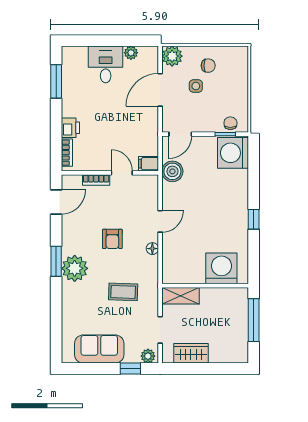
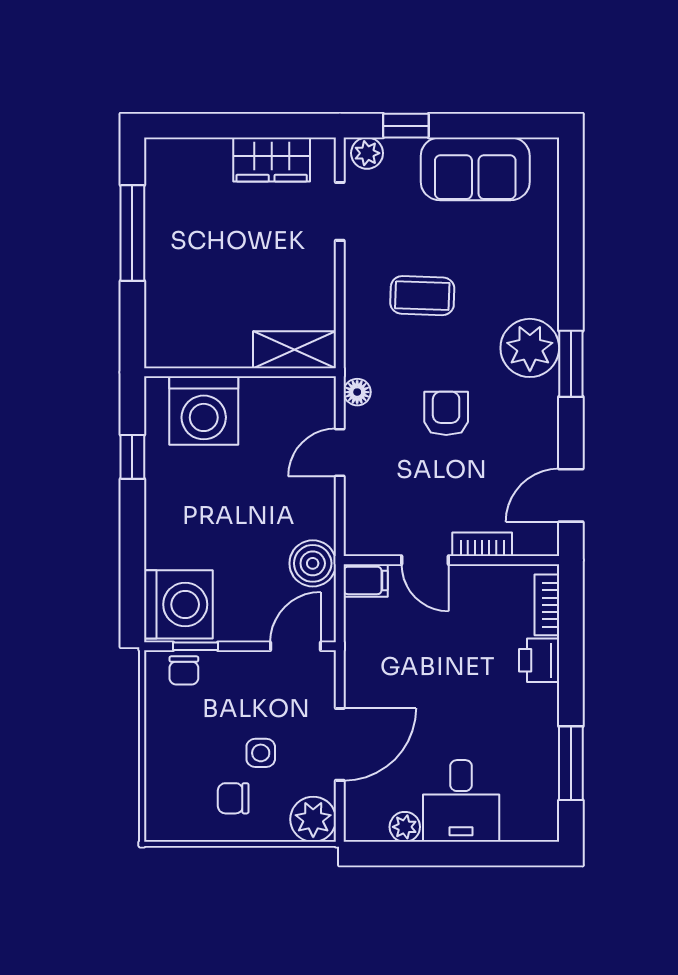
washing machine: (221, 268) -> (204, 411), moved
wall: (205, 286) -> (240, 372), moved
shelving: (181, 296) -> (295, 350), moved

